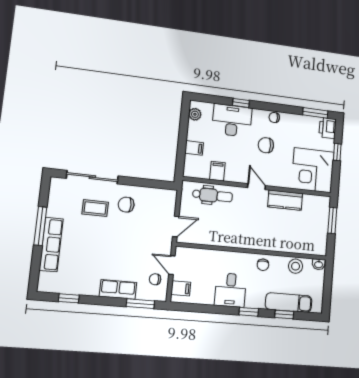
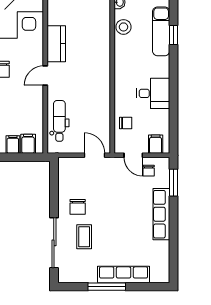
filing cabinet: (217, 171) -> (28, 144), moved, turned 90
door: (172, 265) -> (133, 155), hinge flipped
chair: (263, 265) -> (126, 123), moved
row of seats: (118, 289) -> (161, 214), width x1.48
window: (69, 298) -> (174, 252), removed
window: (249, 312) -> (174, 73), removed

